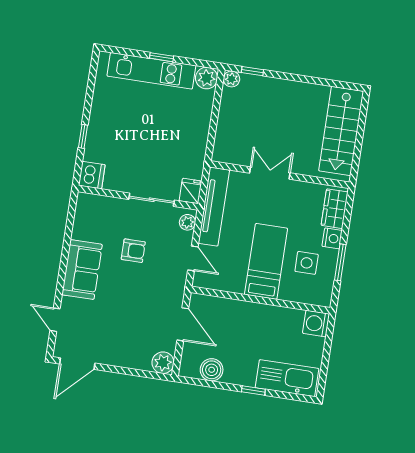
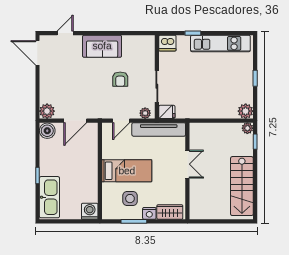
kitchen unit: (151, 71) -> (220, 43), moved, turned -90
stairs: (341, 131) -> (242, 186), moved, turned -90
boiler: (212, 370) -> (47, 131), moved

